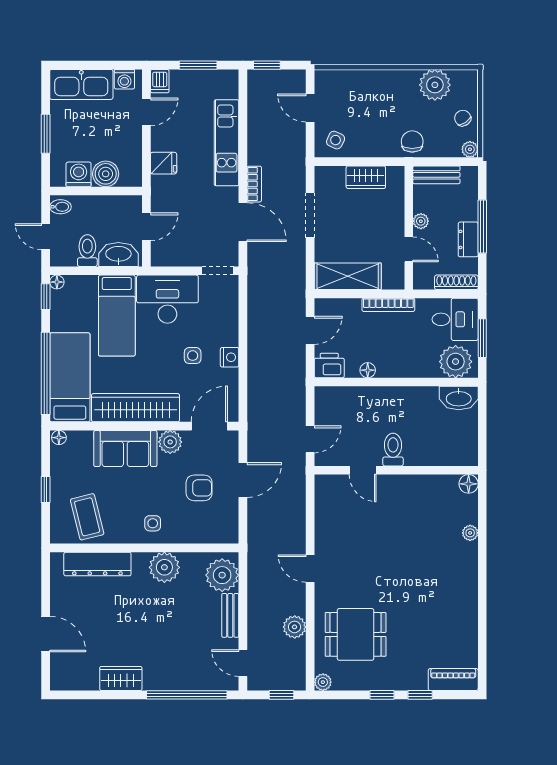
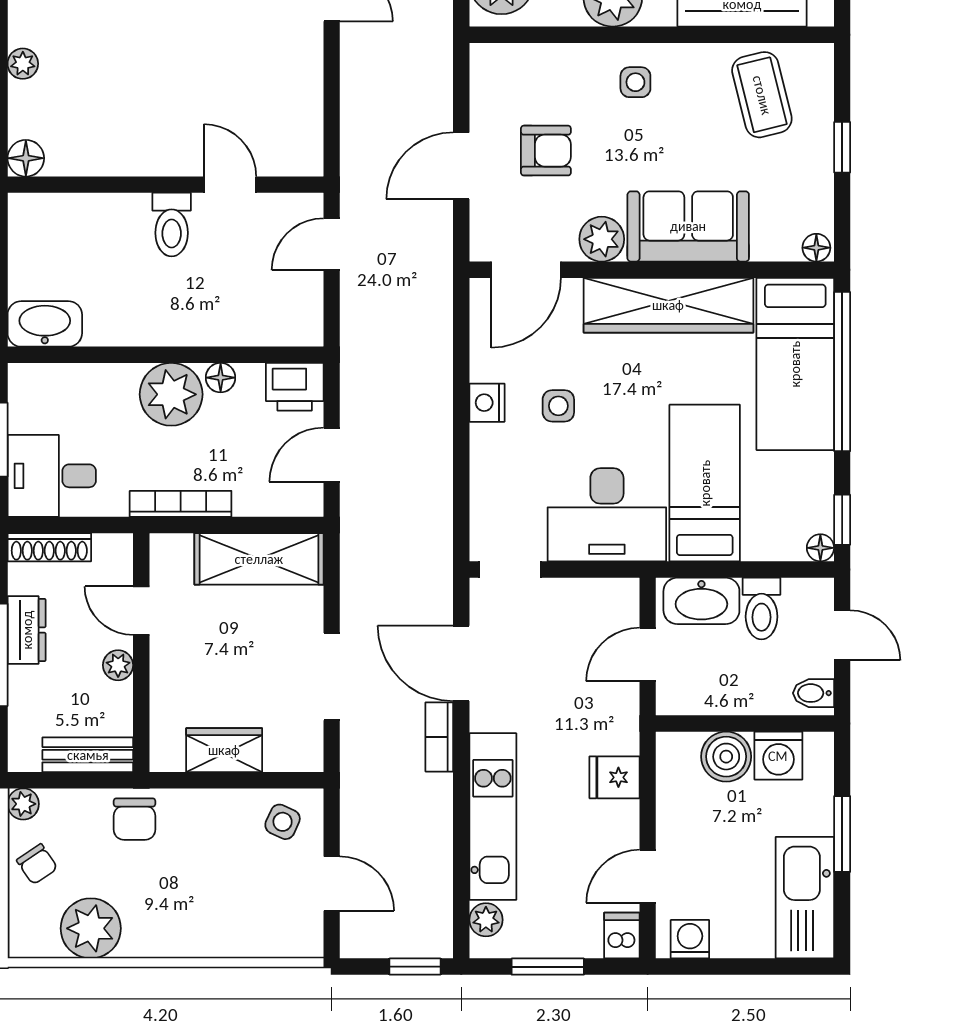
kitchen sink: (81, 84) -> (805, 898), moved, turned -90
plant: (230, 89) -> (486, 920), added
plant: (456, 362) -> (171, 394), moved
armchair: (199, 488) -> (546, 151), turned 180

